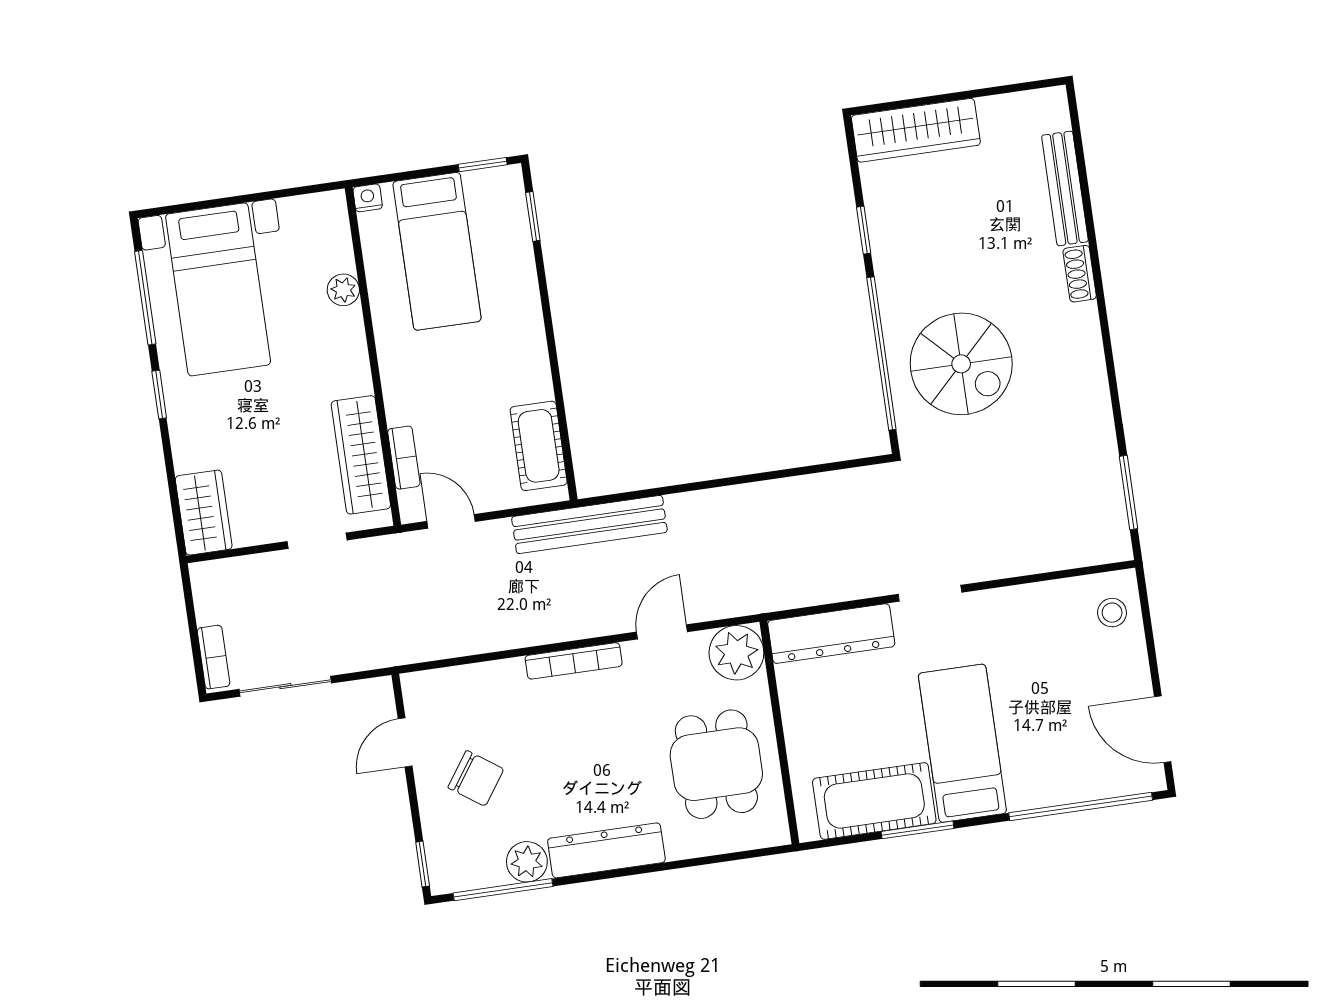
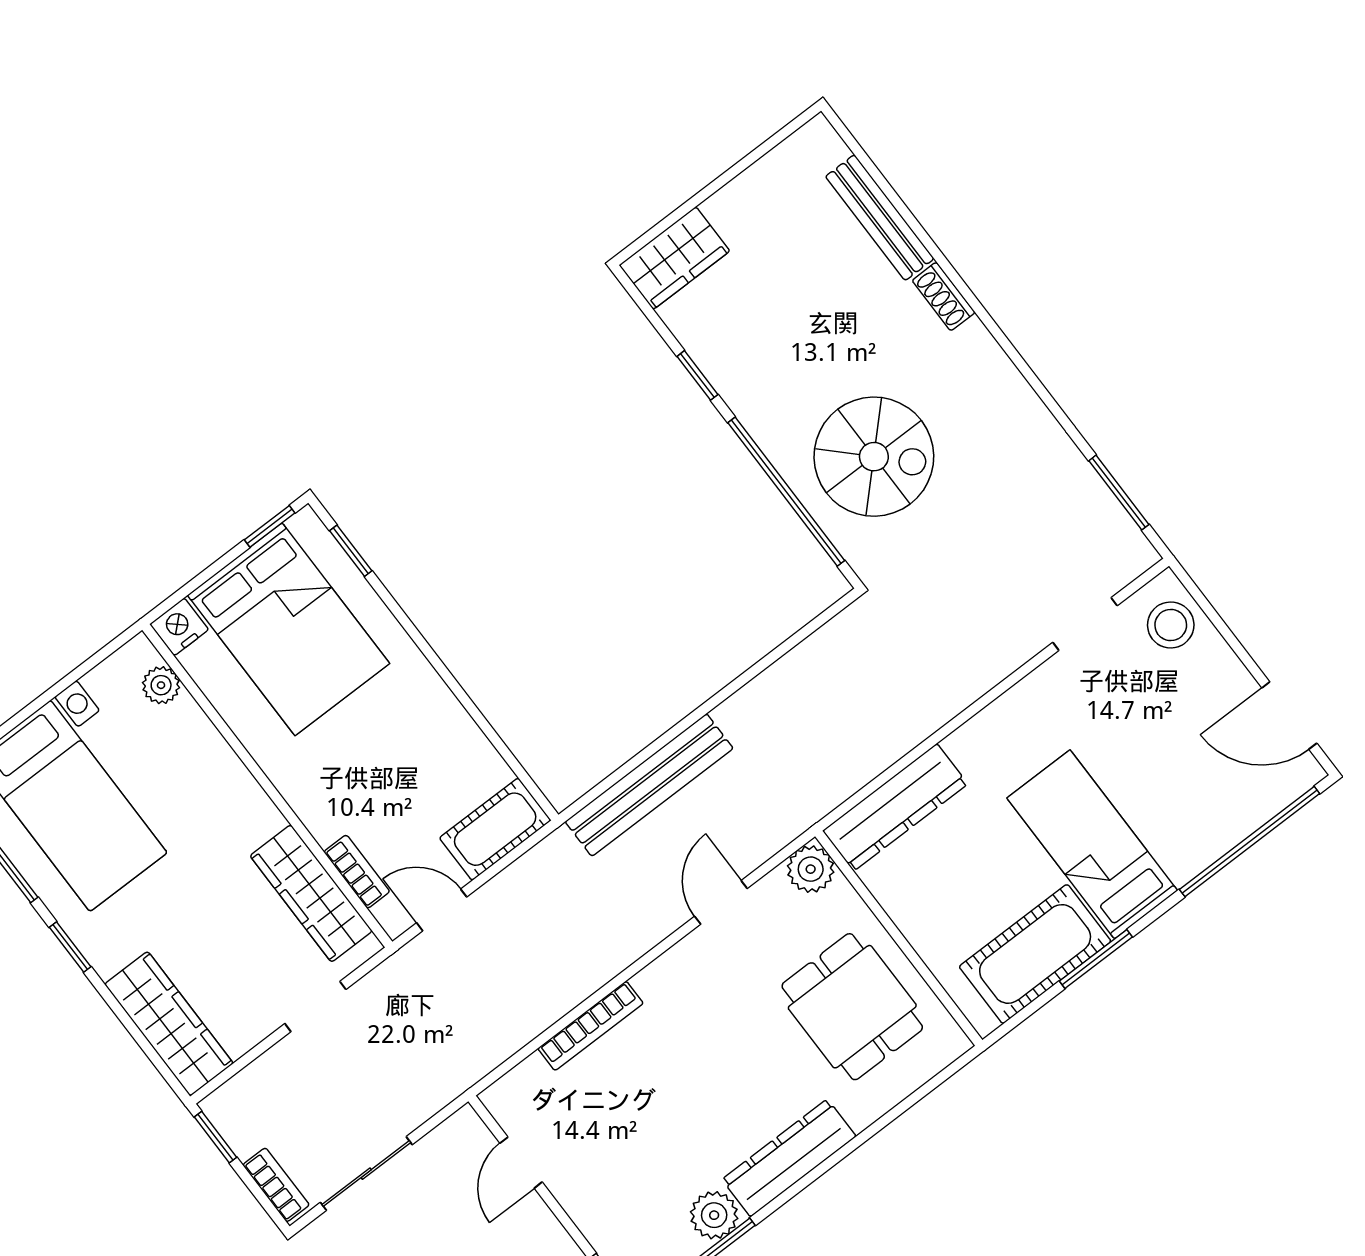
wardrobe: (916, 130) -> (674, 258), width x0.67
nightstand: (368, 198) -> (179, 627), width x1.39, depth x1.35
bed: (437, 251) -> (288, 629), width x1.50
plant: (343, 290) -> (161, 685), moved
cot: (539, 446) -> (495, 829), moved, turned 90
wardrobe: (204, 513) -> (169, 1024), width x1.50
bench: (589, 524) -> (649, 785), moved
doorway: (930, 593) -> (1085, 624), moved
window: (188, 596) -> (216, 1137), added
stool: (1112, 613) -> (1171, 625), width x1.37, depth x1.37
plant: (736, 653) -> (811, 869), width x0.73, depth x0.73
bookcase: (574, 661) -> (591, 1026), moved
chair: (476, 778) -> (614, 1159), removed

